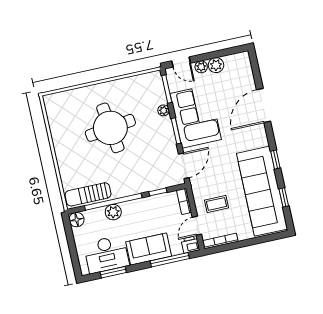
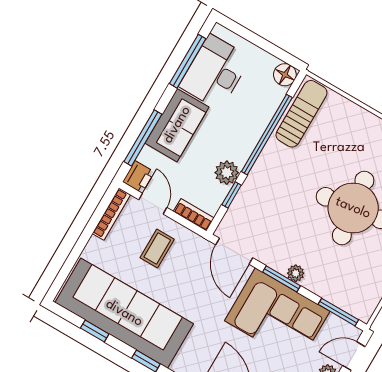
plant: (164, 110) -> (296, 273), moved
plant: (113, 212) -> (227, 173), moved
window: (113, 272) -> (188, 61), width x1.44

